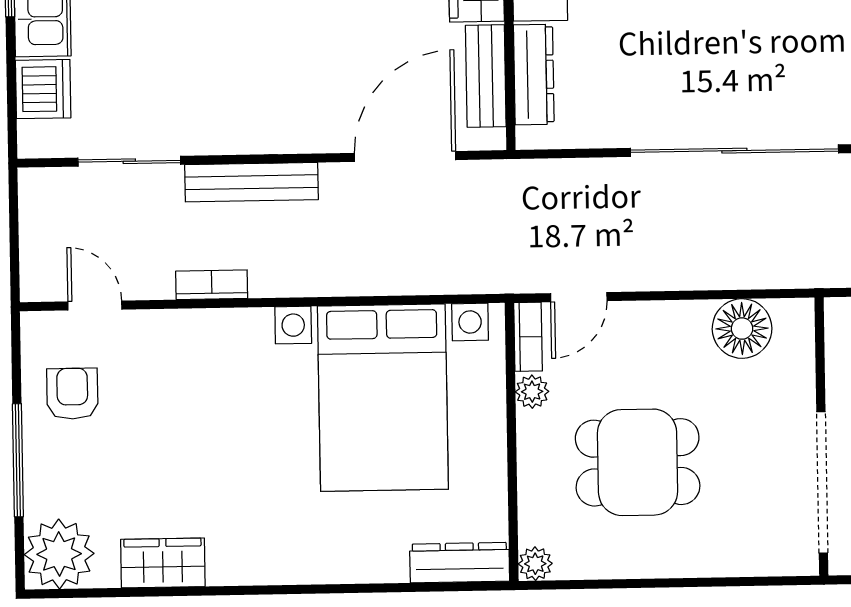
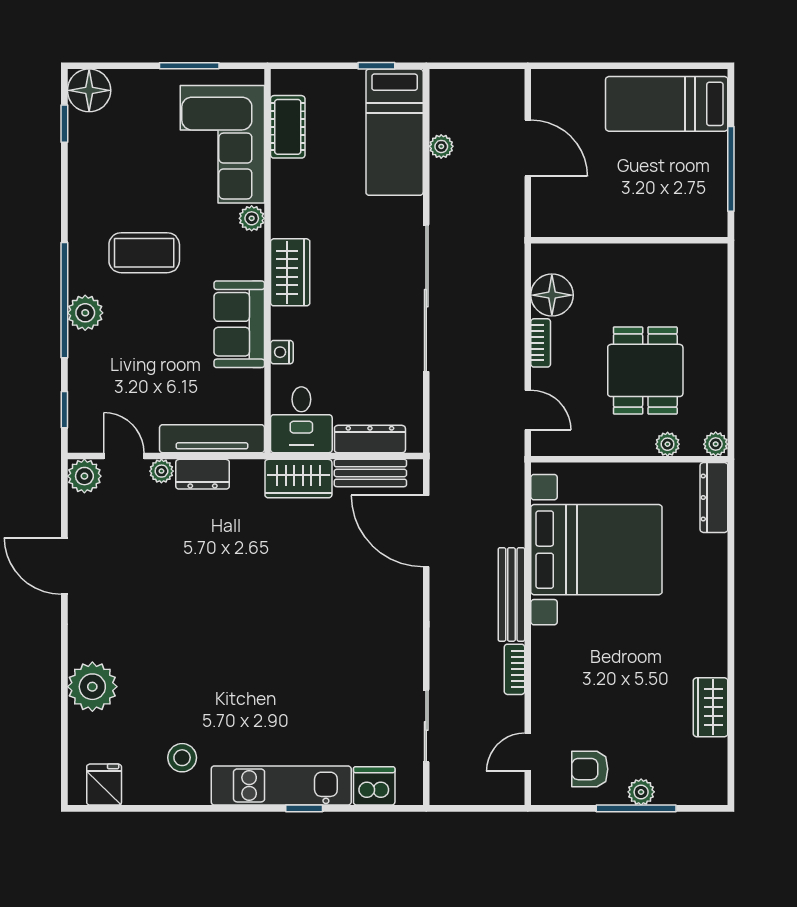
bench: (252, 182) -> (511, 594), moved
bookcase: (528, 337) -> (541, 343), moved, turned 90
plant: (532, 392) -> (668, 444), moved
doorway: (822, 482) -> (662, 240), removed
plant: (59, 554) -> (641, 792), moved, width x0.53, depth x0.53

